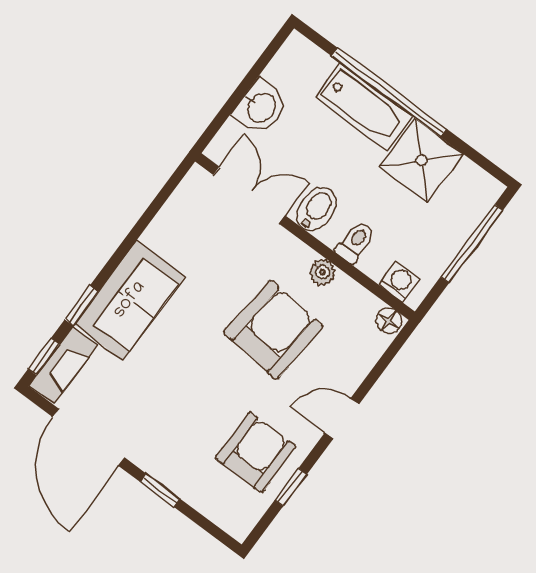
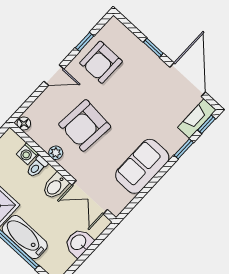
washing machine: (399, 282) -> (27, 154), moved
sofa: (130, 300) -> (142, 166), moved

